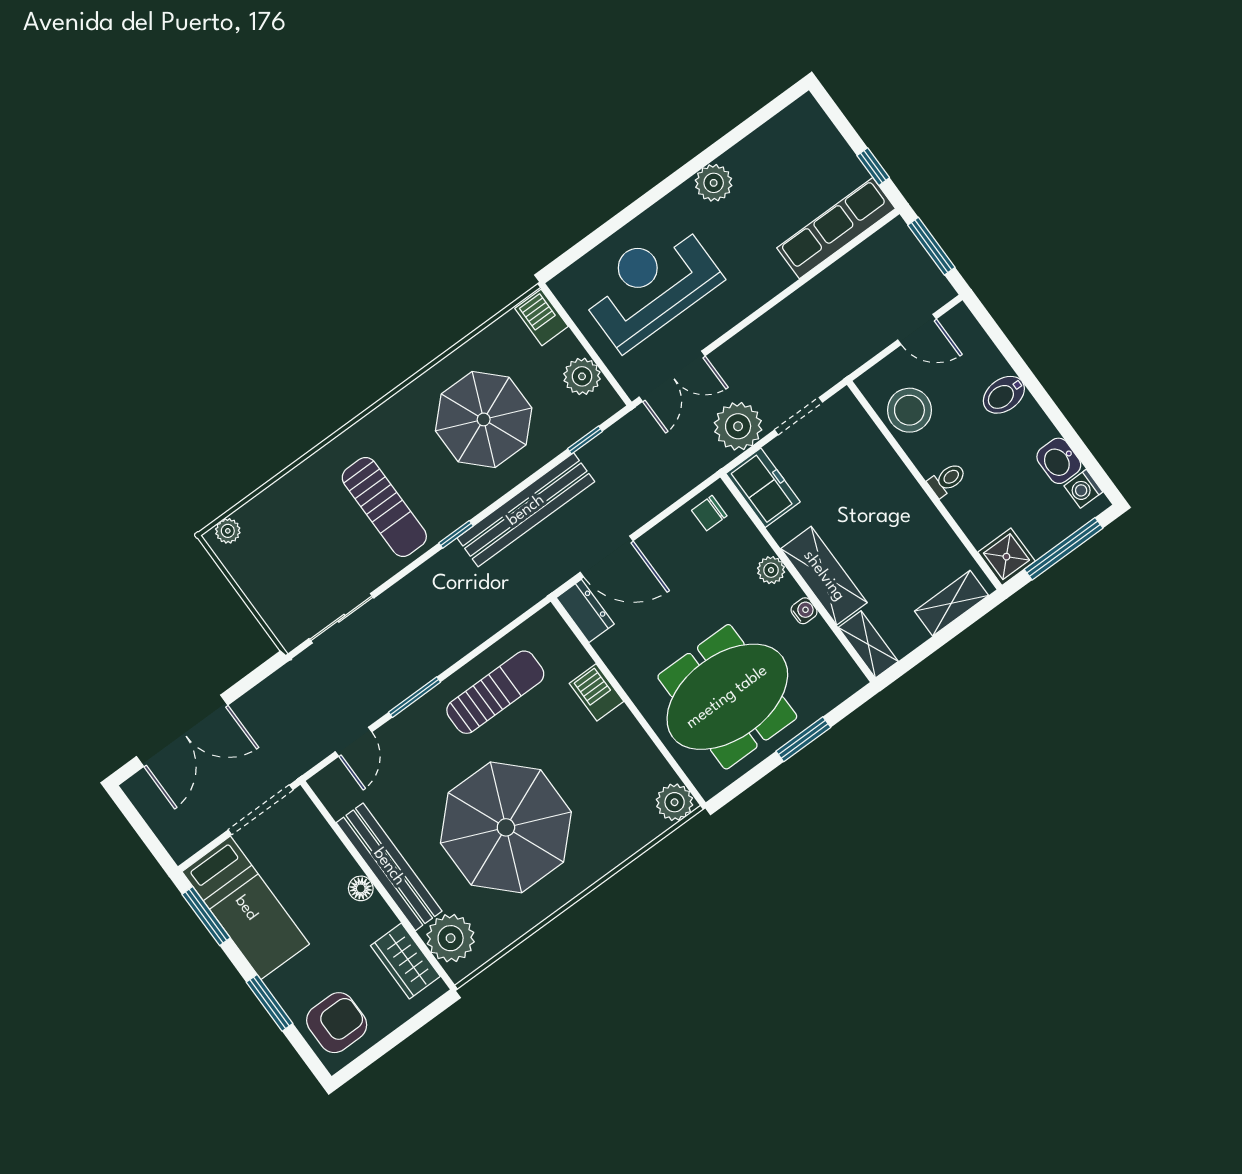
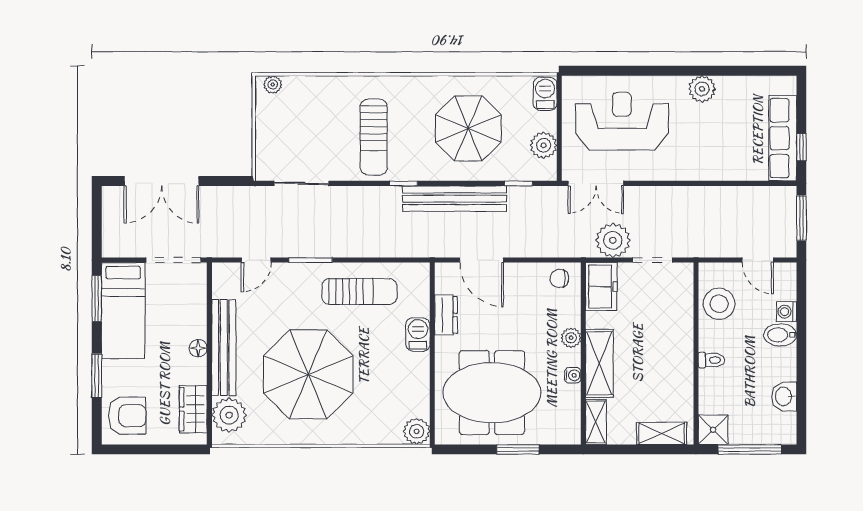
row of seats: (836, 228) -> (783, 138), moved, turned -90
washing machine: (1083, 489) -> (787, 312), moved
dresser: (585, 611) -> (446, 315), moved

